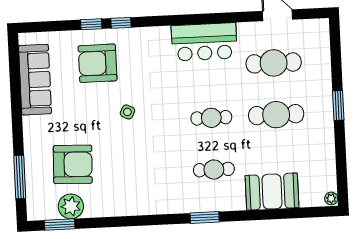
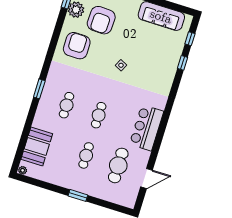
window: (121, 23) -> (190, 39), moved
armchair: (98, 63) -> (77, 46), moved
cafe table: (276, 115) -> (86, 155), width x0.73, depth x0.74
booth: (272, 192) -> (37, 147), moved

